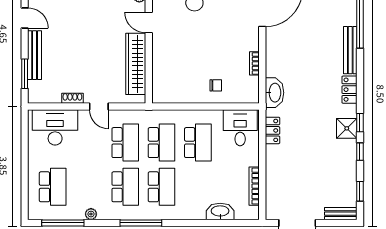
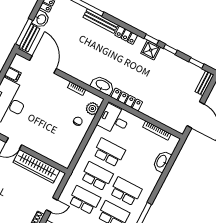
plant: (240, 95) -> (92, 109), added
locker: (272, 130) -> (127, 99), width x1.53

